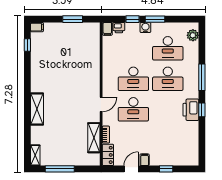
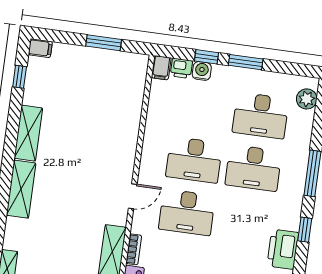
water cooler: (145, 27) -> (202, 71), moved
shelving: (37, 76) -> (28, 133), added
printer: (191, 110) -> (283, 249), moved

